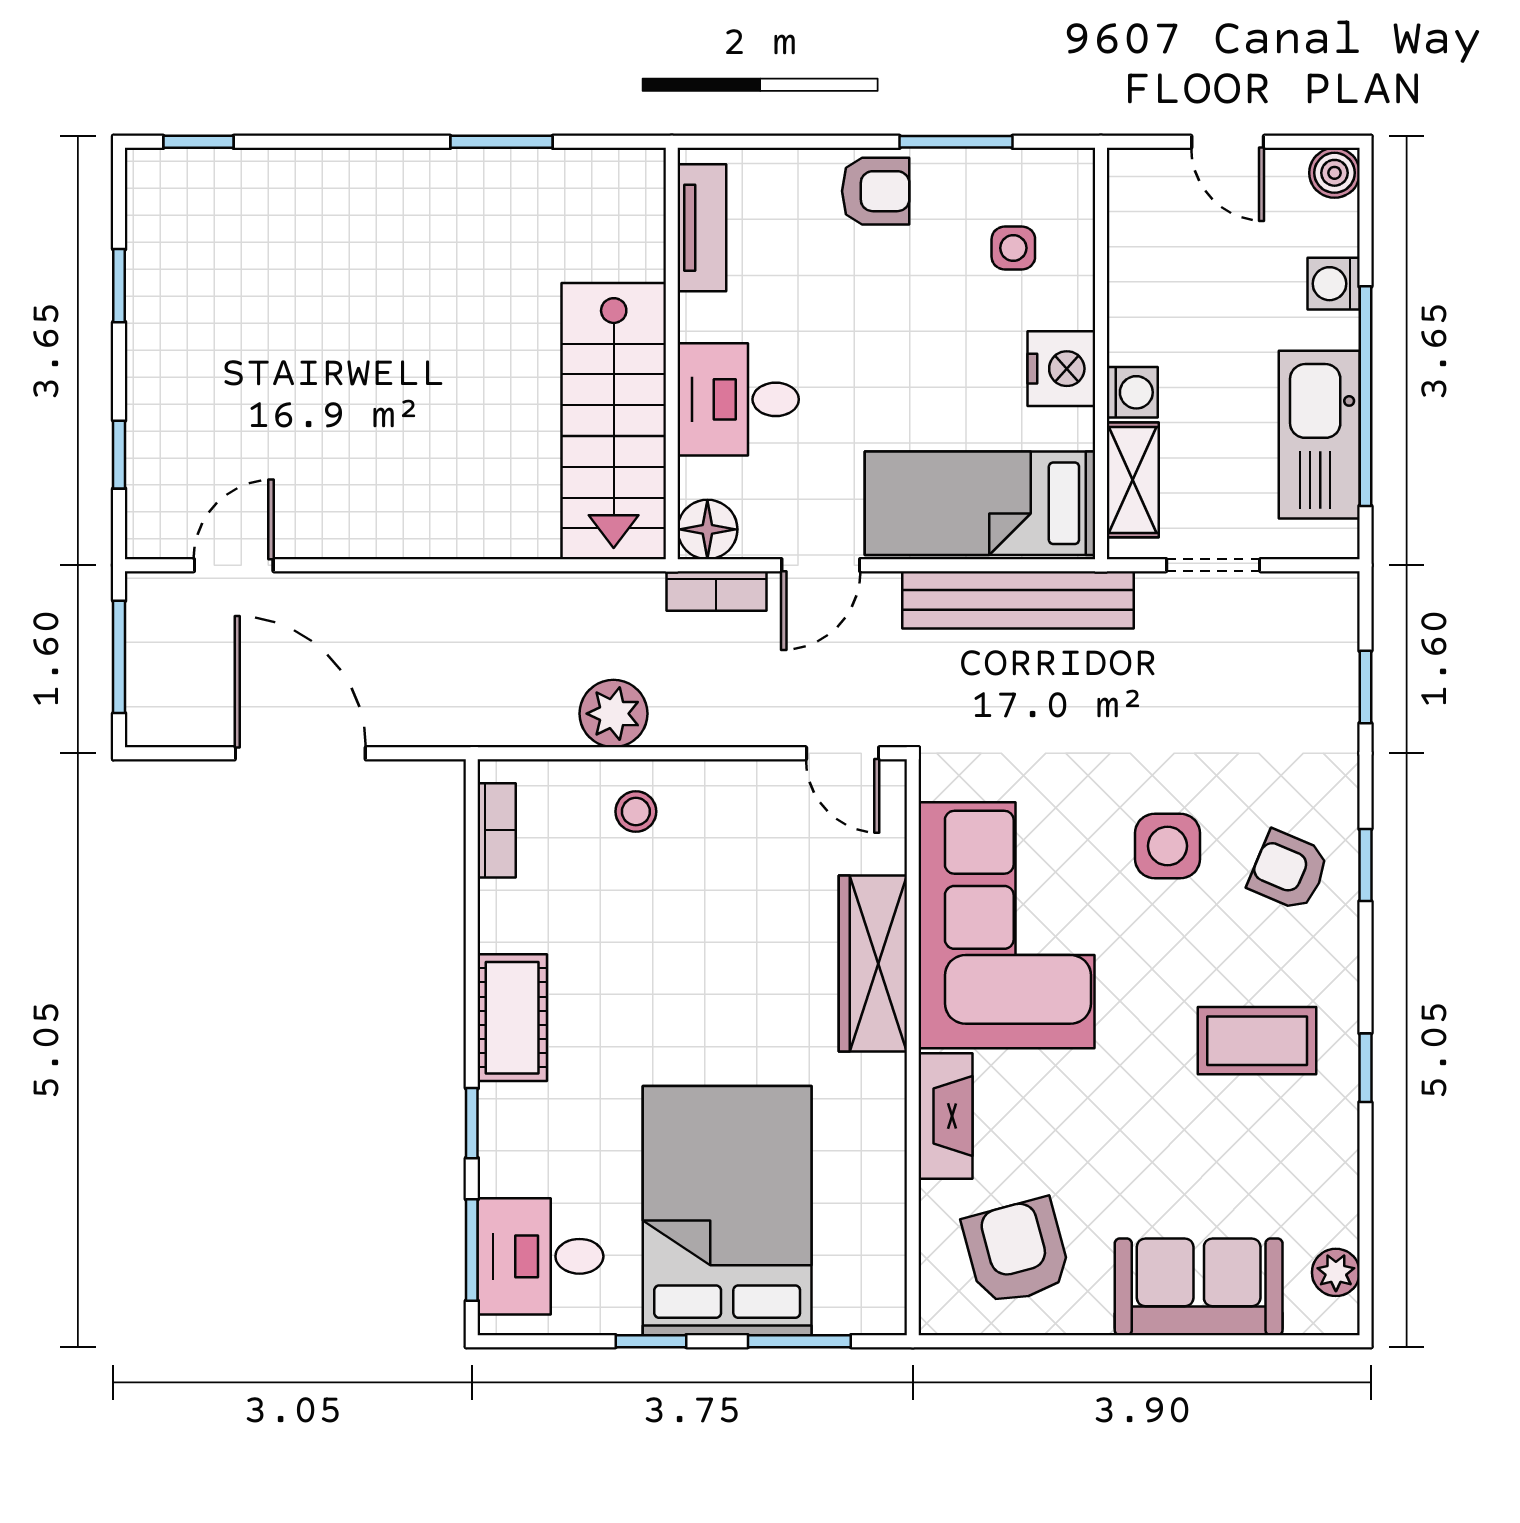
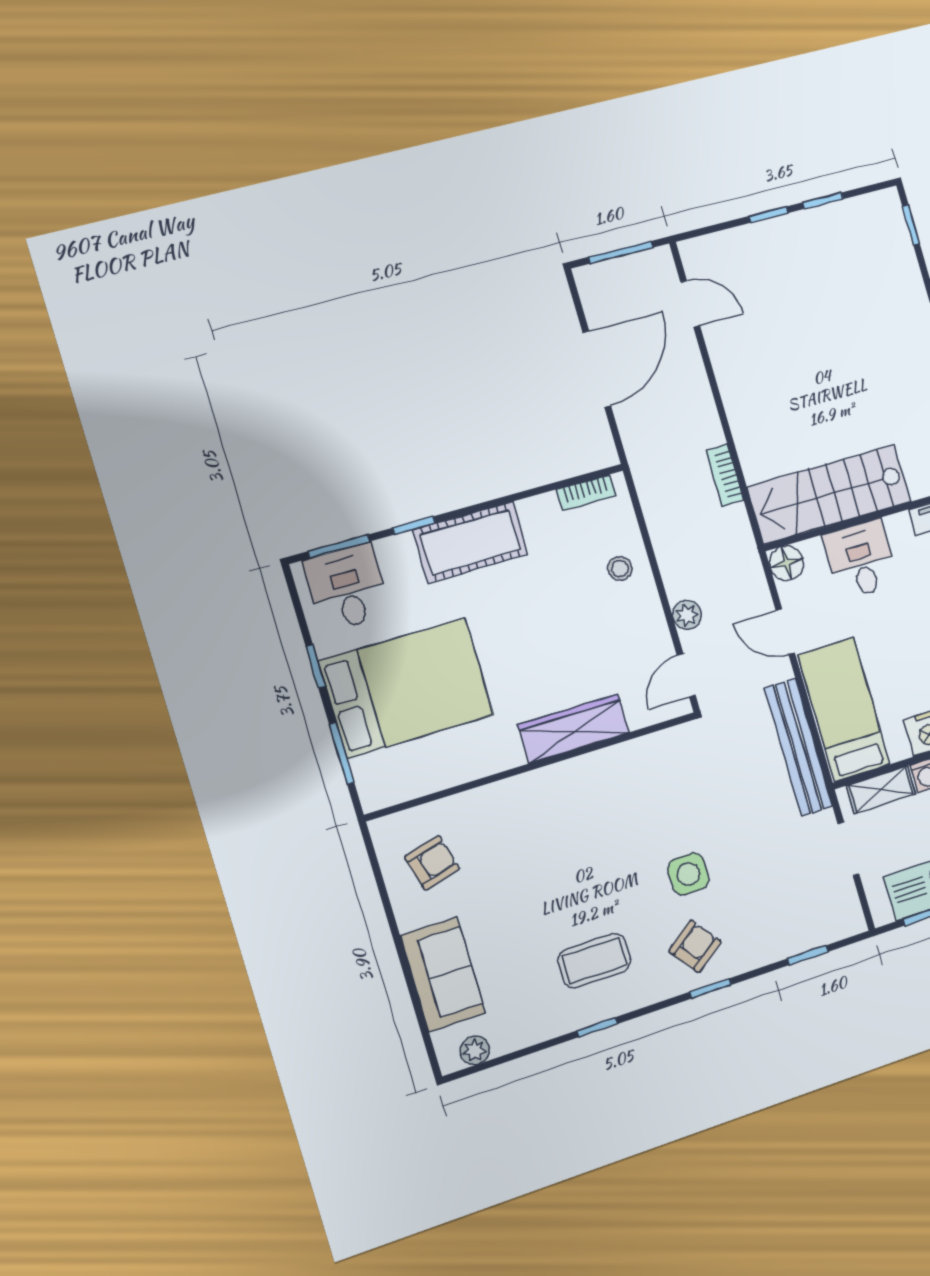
window: (119, 455) -> (769, 215), moved
bookcase: (716, 591) -> (725, 475), moved
plant: (613, 714) -> (687, 615), moved, width x0.73, depth x0.73
armchair: (1289, 870) -> (695, 946), turned 30
corner sofa: (1007, 925) -> (618, 798), removed
cot: (512, 1018) -> (470, 542), width x1.37, depth x1.34
coffee table: (1257, 1041) -> (594, 961), turned 90
fireplace: (945, 1116) -> (499, 797), removed
armchair: (1017, 1252) -> (432, 863), width x0.72, depth x0.72

